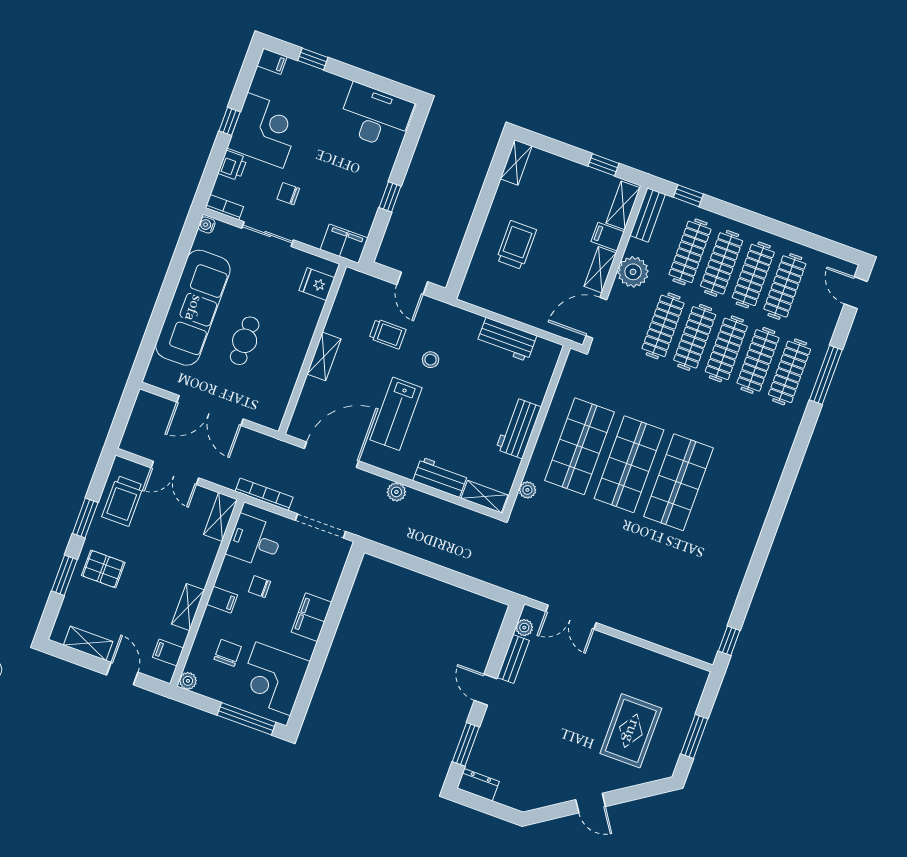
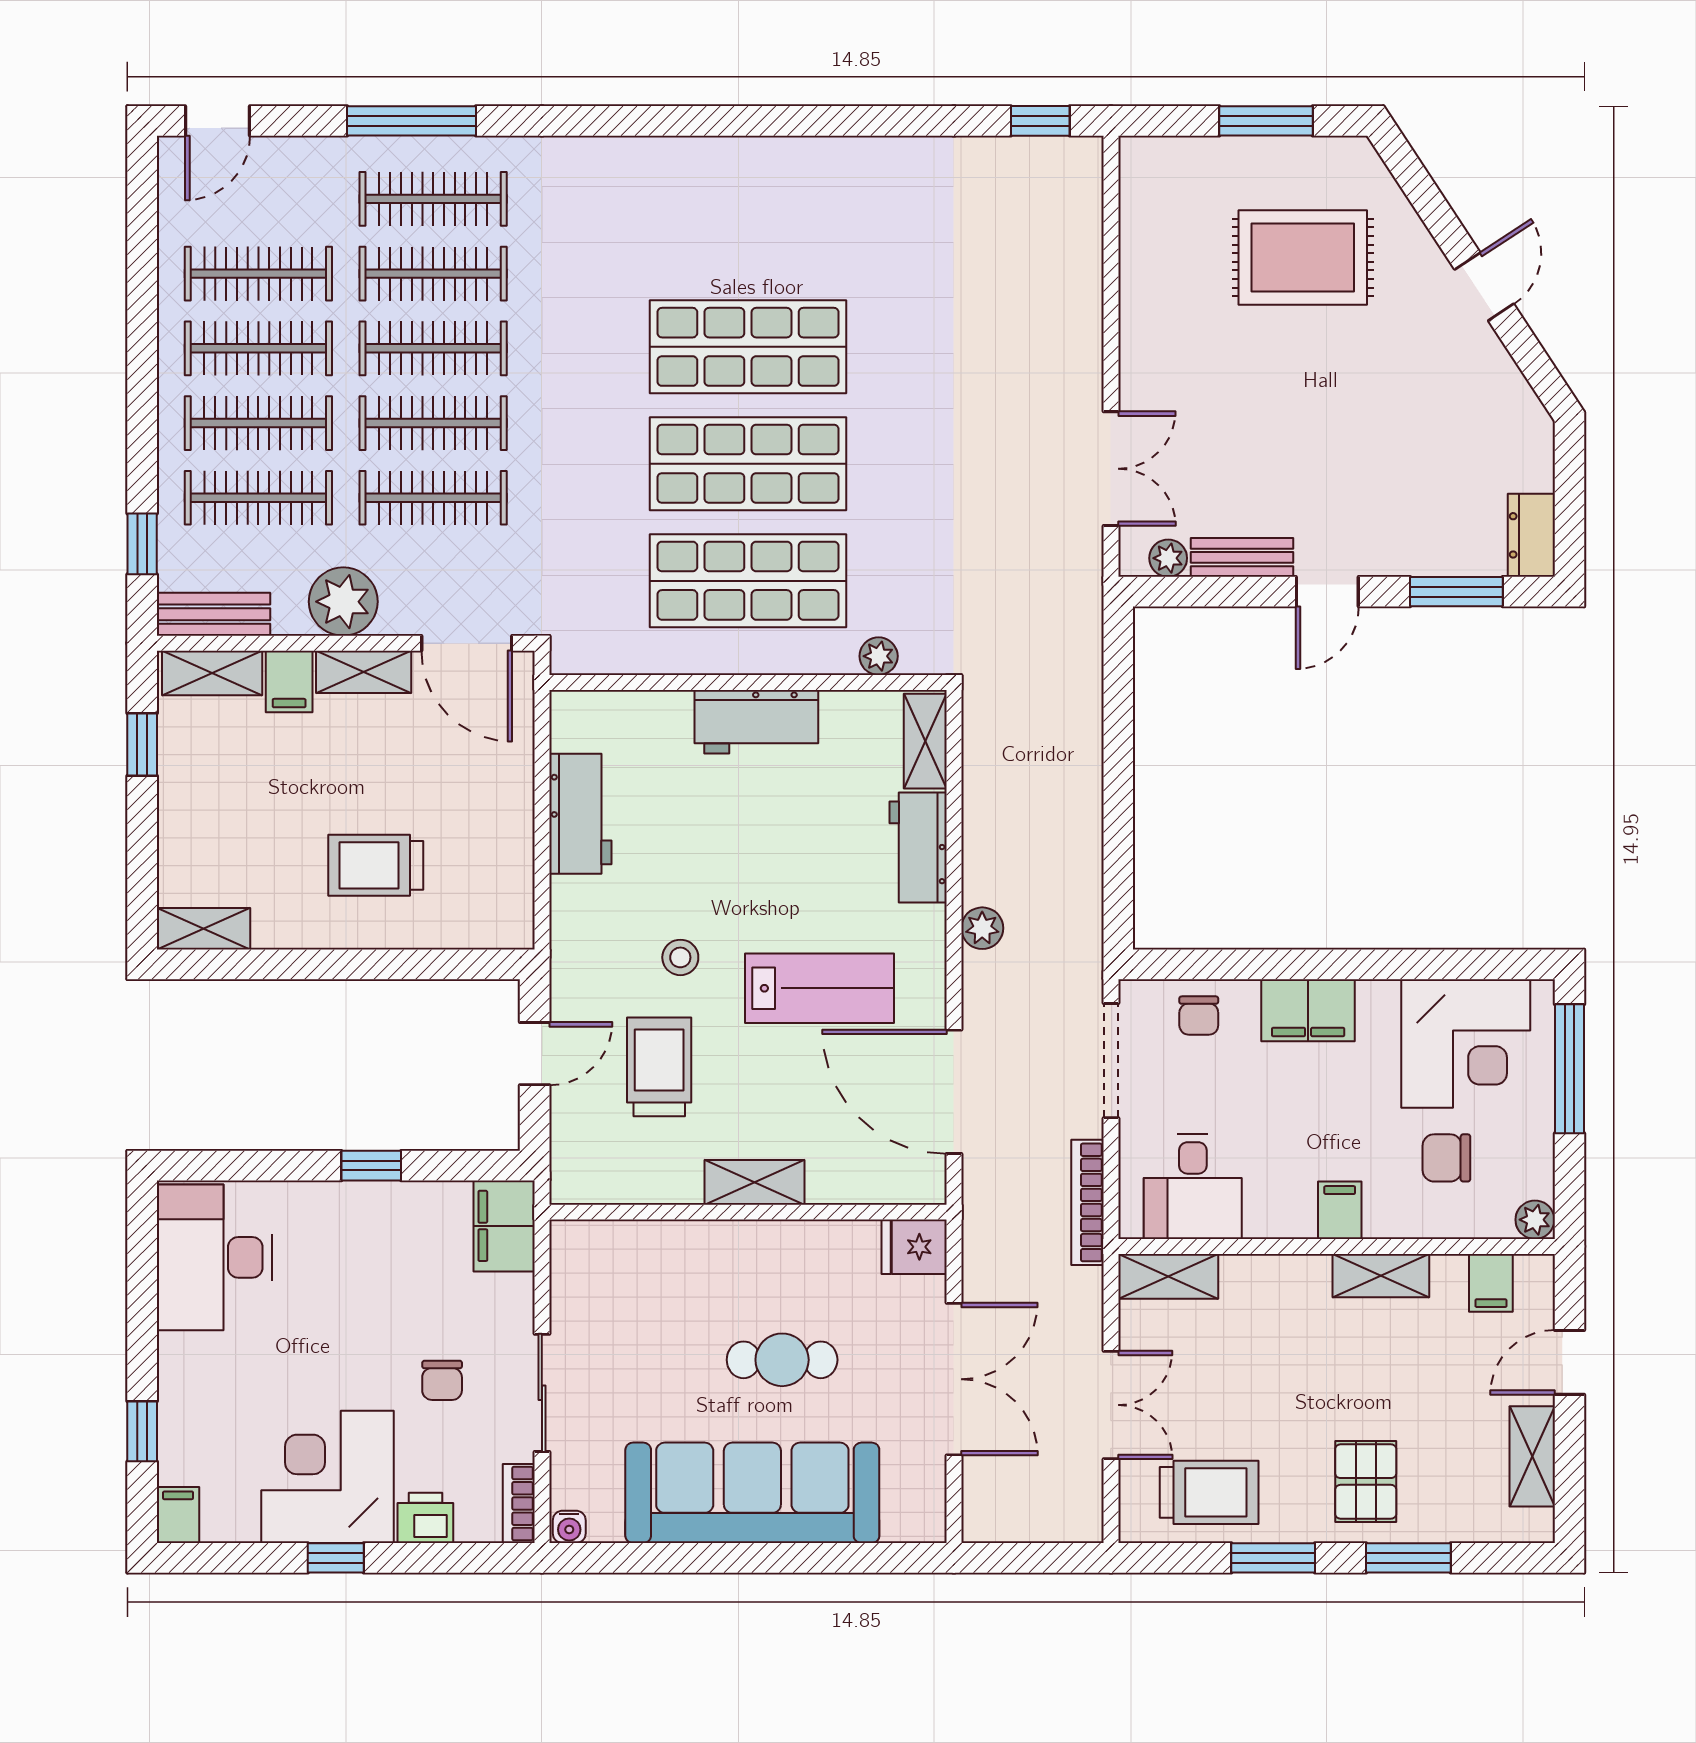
fridge: (317, 284) -> (914, 1247), moved, turned 90
trolley: (387, 334) -> (659, 1067), width x1.36, depth x1.39
chair: (260, 587) -> (1199, 1016), moved

